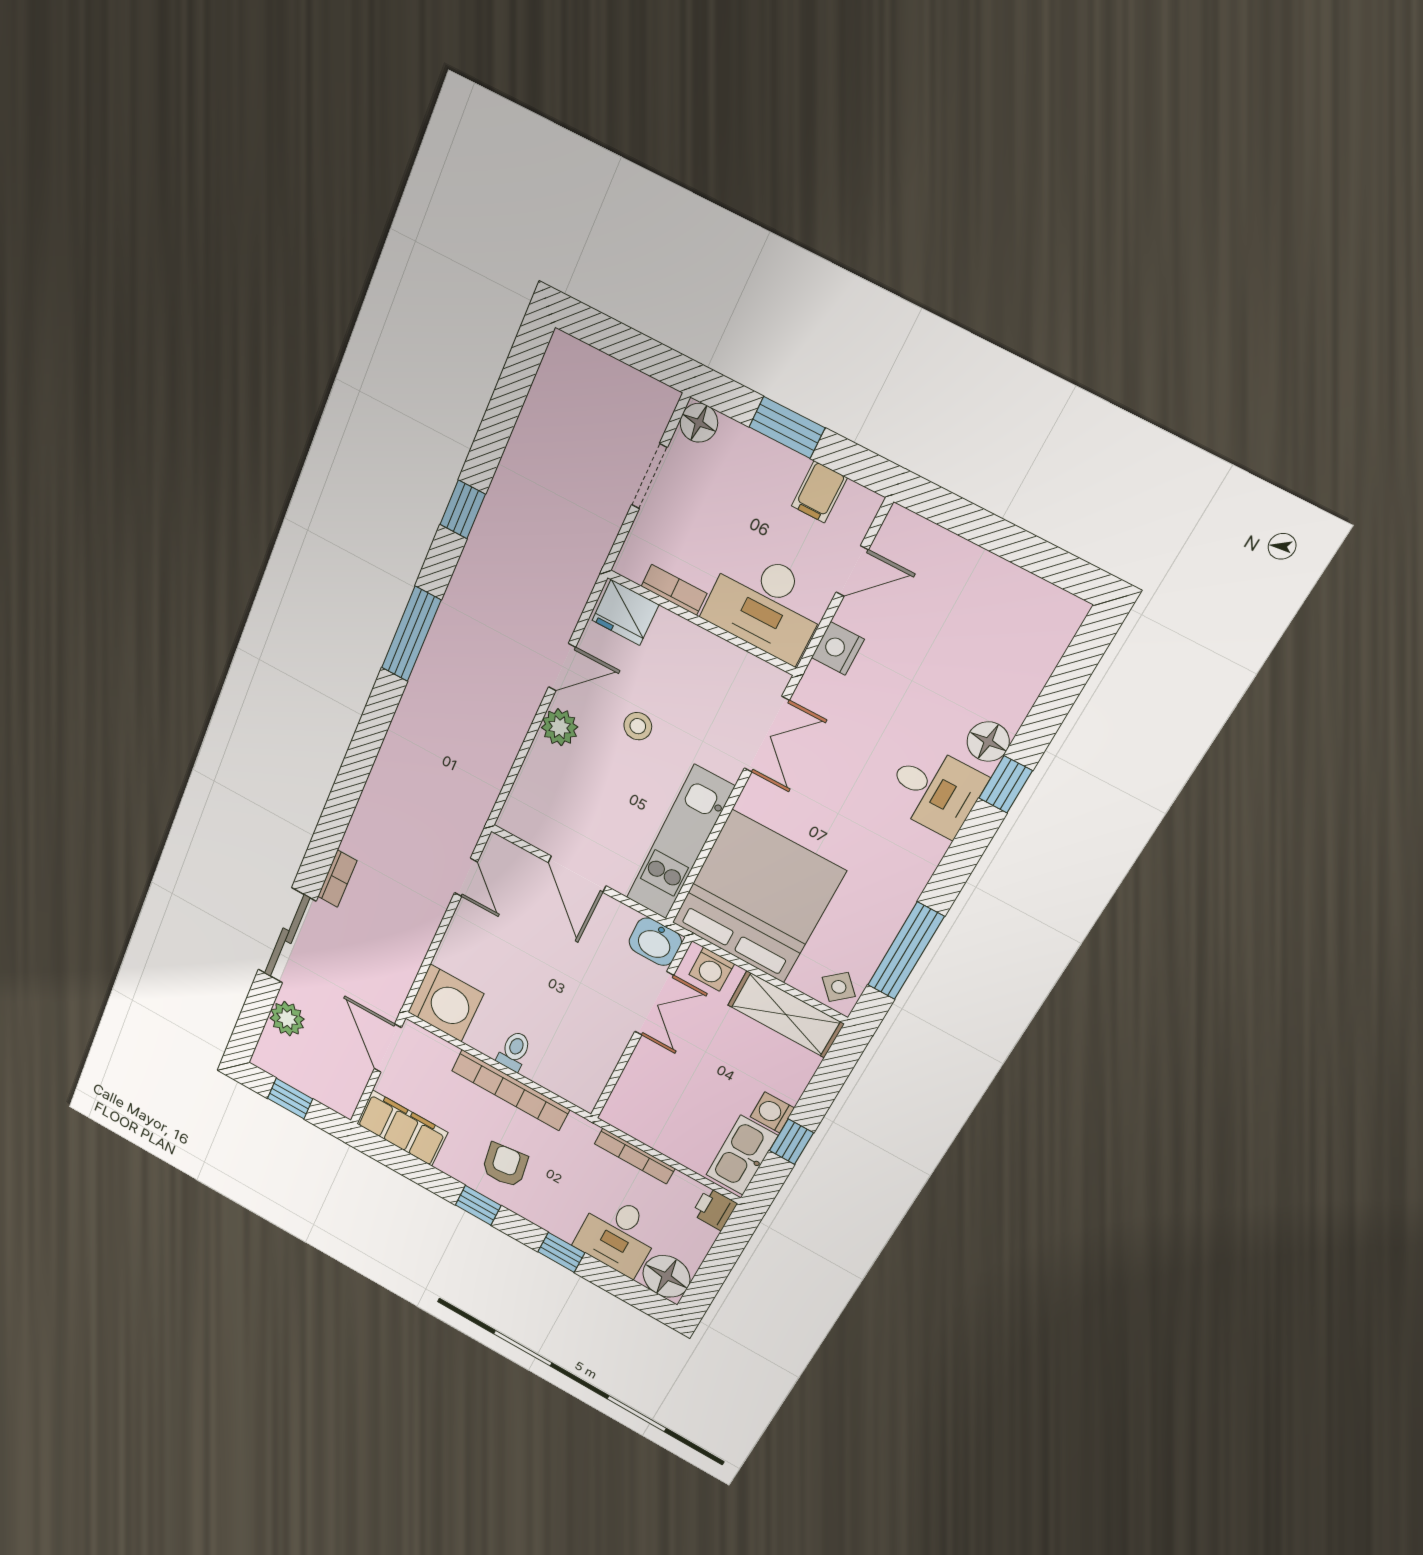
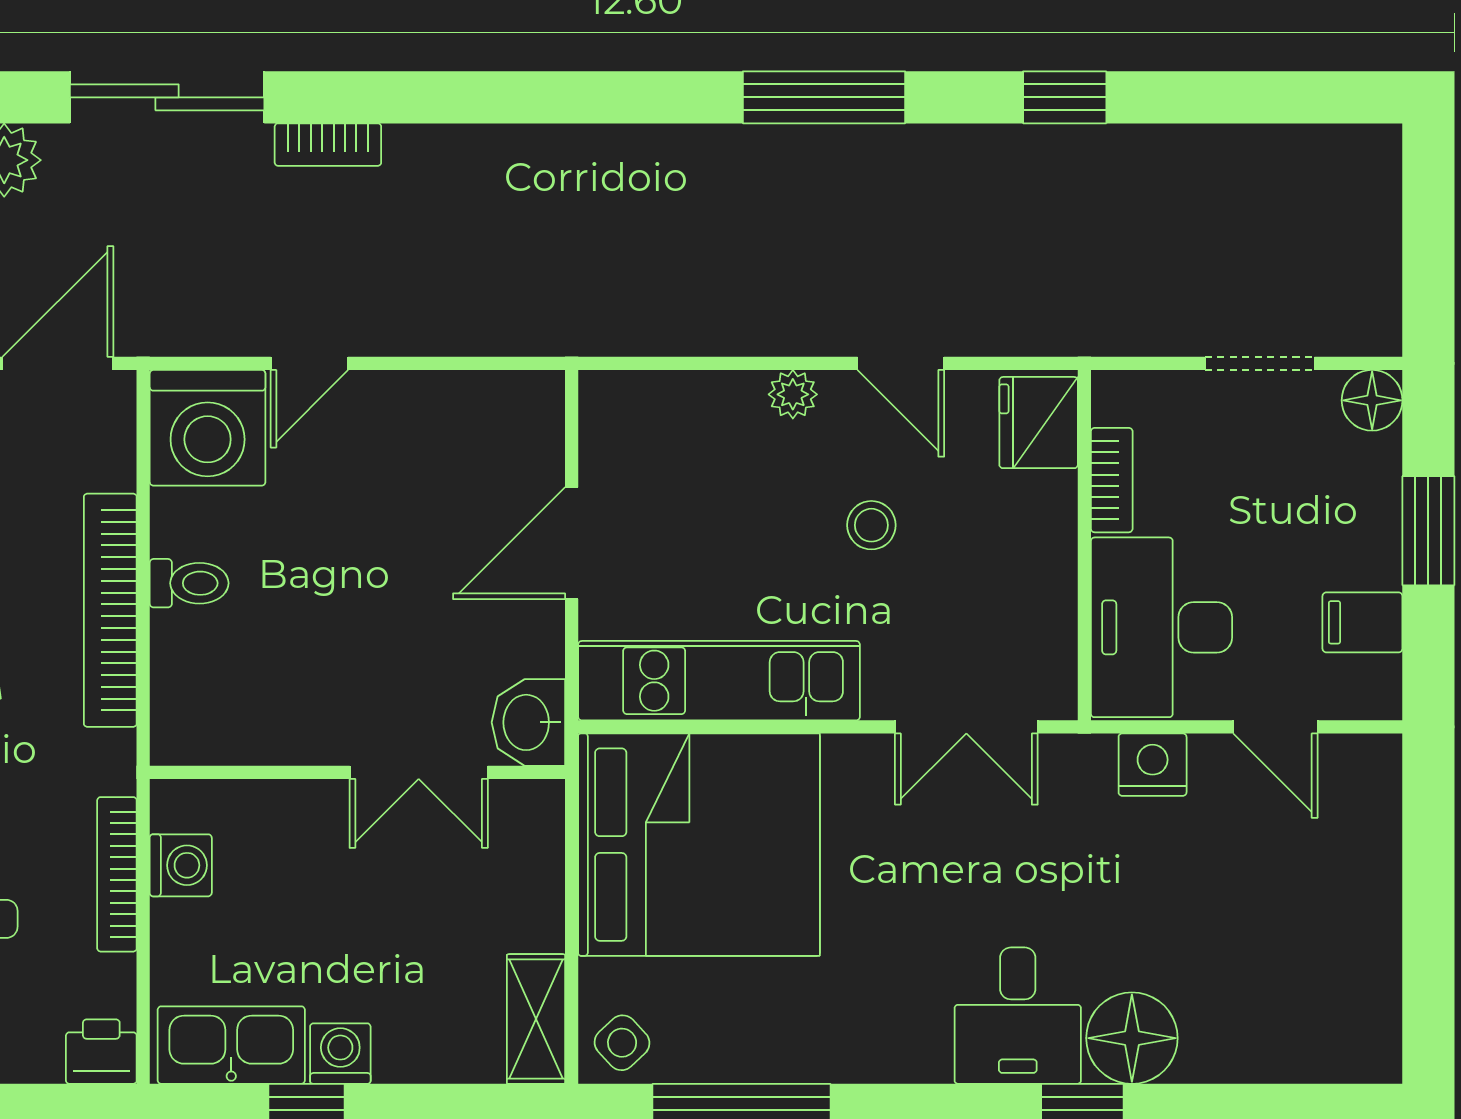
plant: (560, 727) -> (793, 394), width x0.73, depth x0.73
floor lamp: (988, 742) -> (1132, 1038), width x1.38, depth x1.38
door: (466, 877) -> (309, 363), moved
washing machine: (712, 969) -> (181, 865), moved, turned 180
shelving: (786, 1014) -> (536, 1019), width x0.67, depth x0.75

